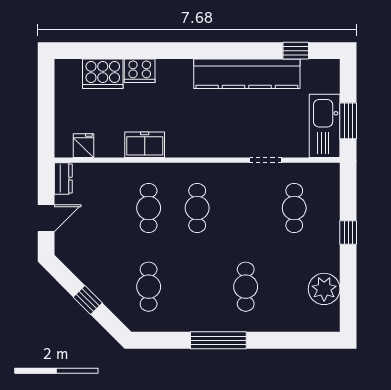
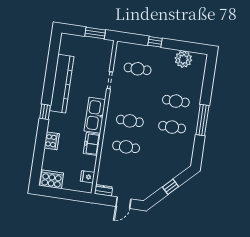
window: (296, 51) -> (45, 112), moved
cooker: (103, 74) -> (52, 179), moved, turned -90
kitchen sink: (325, 126) -> (95, 115), moved, turned 90
door: (46, 218) -> (123, 203), swing flipped
cafe table: (149, 287) -> (172, 127), moved

